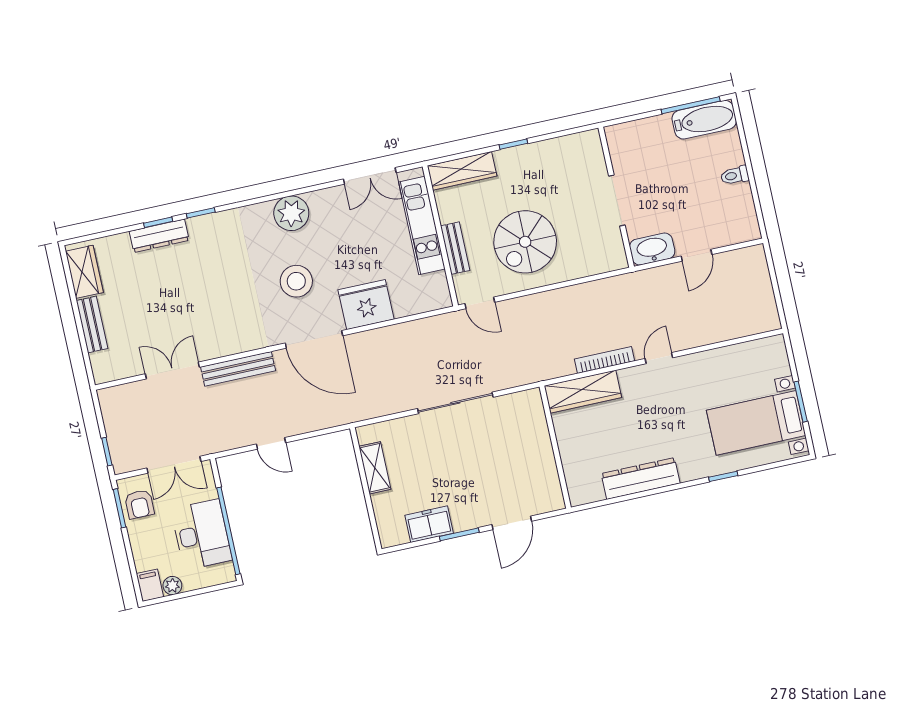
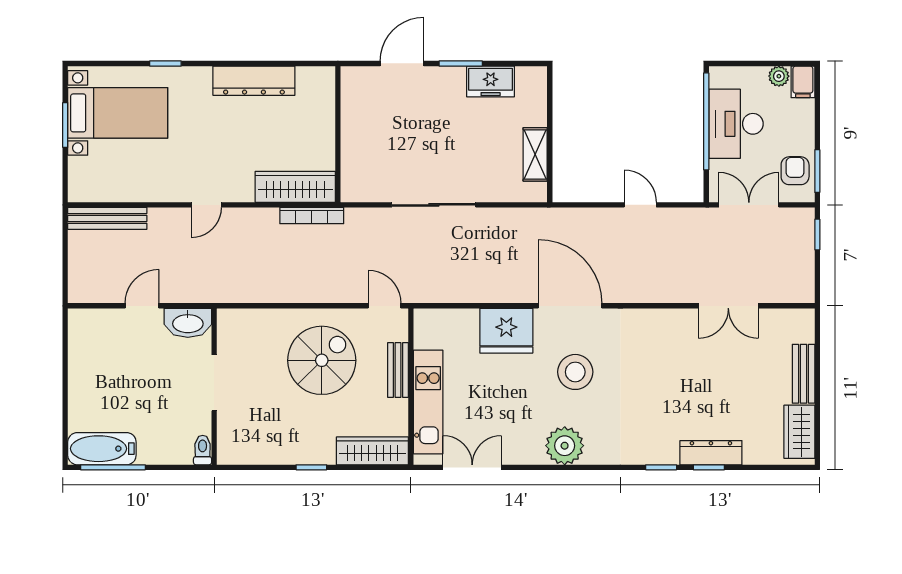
toilet: (735, 175) -> (203, 450), moved, turned -90
bookcase: (605, 360) -> (312, 216), moved
bench: (238, 369) -> (107, 218), moved

